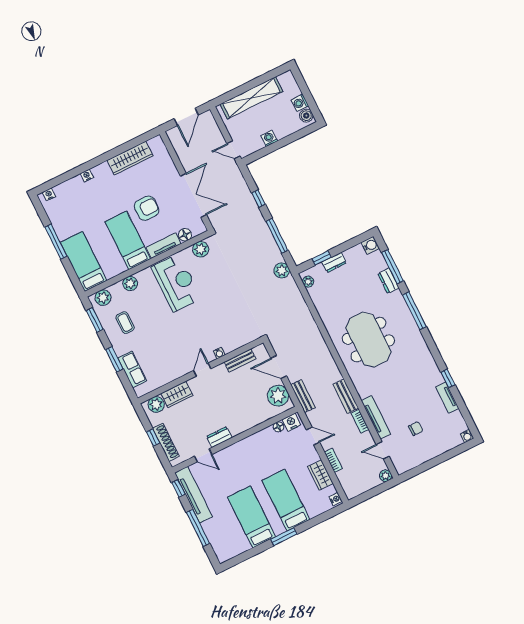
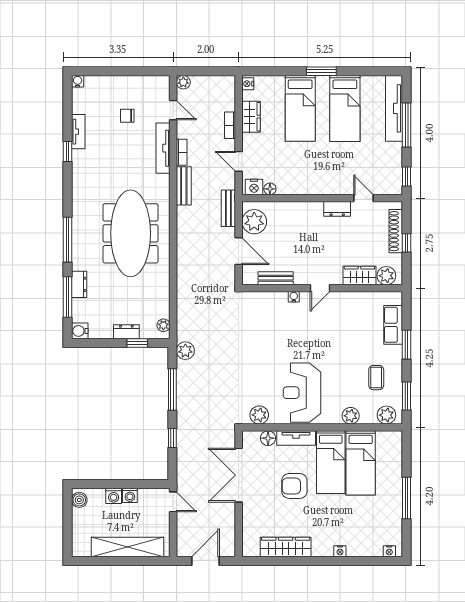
washing machine: (300, 103) -> (114, 496), moved, turned 90
bed: (84, 261) -> (361, 463), moved
meeting table: (368, 340) -> (131, 233), width x1.36
tv unit: (194, 495) -> (394, 108), moved

